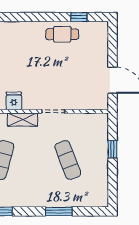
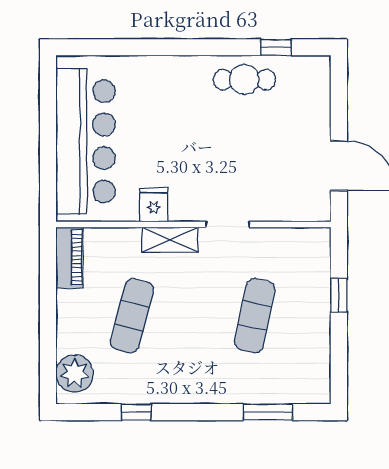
exercise mat: (68, 160) -> (255, 316), turned 33
window: (59, 211) -> (268, 412), moved

